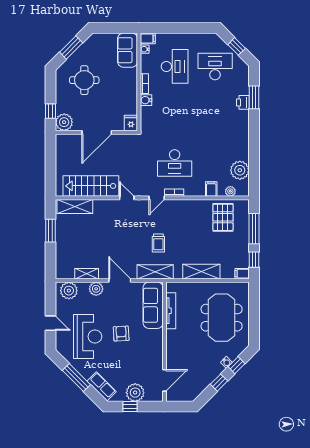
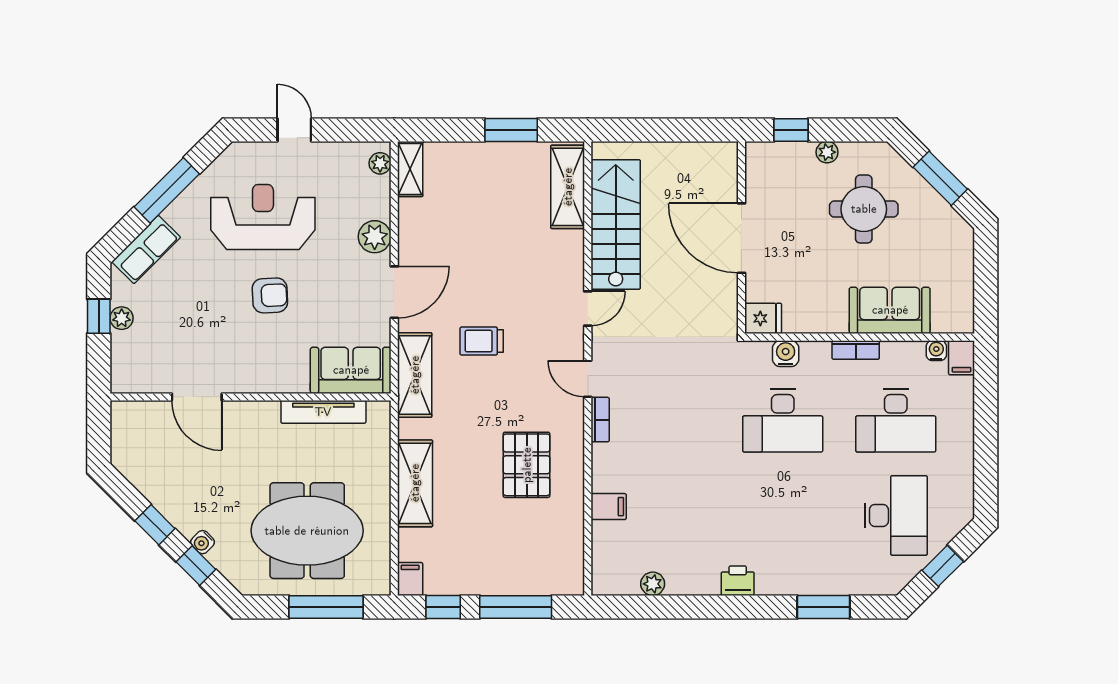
sofa: (128, 50) -> (890, 310), moved
water cooler: (146, 100) -> (786, 354), moved
printer: (243, 102) -> (738, 581), moved
plant: (64, 122) -> (827, 152), moved, width x0.53, depth x0.53
desk: (175, 163) -> (783, 421), moved, turned -90
plant: (240, 170) -> (653, 584), width x0.53, depth x0.53
plant: (230, 191) -> (603, 551), removed
pallet: (223, 217) -> (527, 465), moved, turned 90
trolley: (158, 243) -> (482, 341), moved
shelving: (87, 274) -> (410, 169), moved
plant: (69, 291) -> (380, 163), width x0.53, depth x0.53
sofa: (153, 305) -> (351, 370), width x0.73
window: (254, 310) -> (326, 607), added
door: (51, 323) -> (294, 130), swing flipped
reception desk: (88, 337) -> (263, 217), turned 180
door: (164, 380) -> (197, 397), moved
plant: (135, 393) -> (122, 318), width x0.53, depth x0.53

